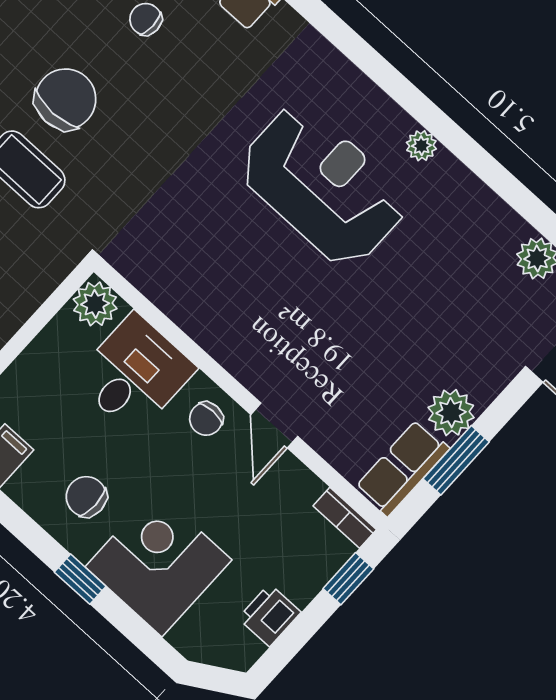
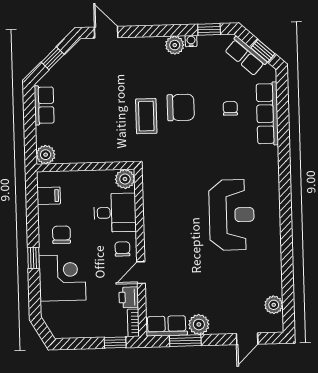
plant: (421, 146) -> (274, 234), removed
chair: (206, 419) -> (122, 249), turned 90
printer: (270, 615) -> (129, 297), moved, turned -90

